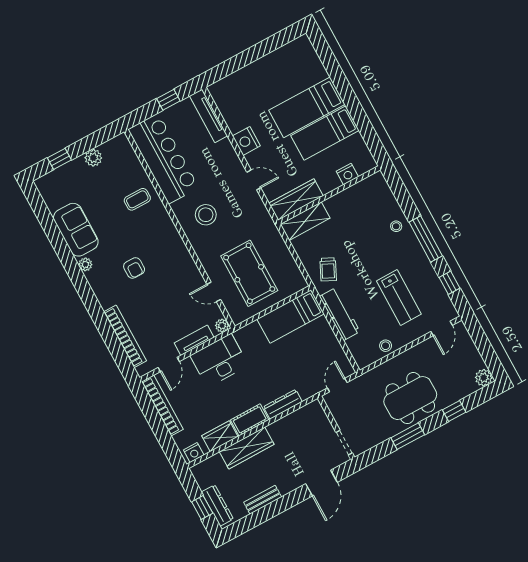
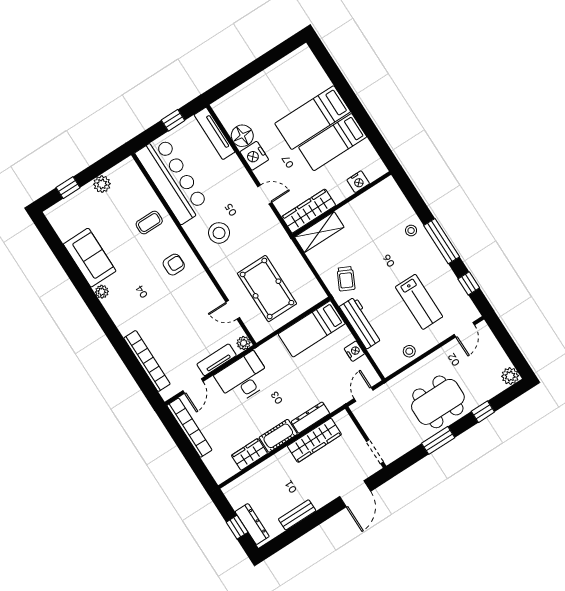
floor lamp: (236, 120) -> (242, 136), added
armchair: (134, 268) -> (174, 265), moved, turned -90
wardrobe: (247, 448) -> (314, 440), moved
nightstand: (194, 453) -> (354, 351), moved, turned -90

